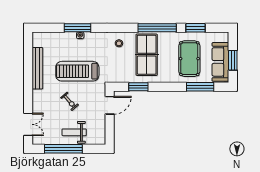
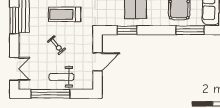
treadmill: (77, 71) -> (65, 14), width x0.73, depth x0.73
window: (28, 77) -> (14, 20), added
door: (110, 105) -> (98, 62), moved

